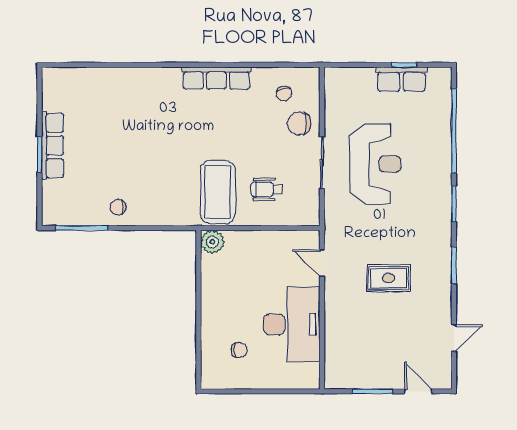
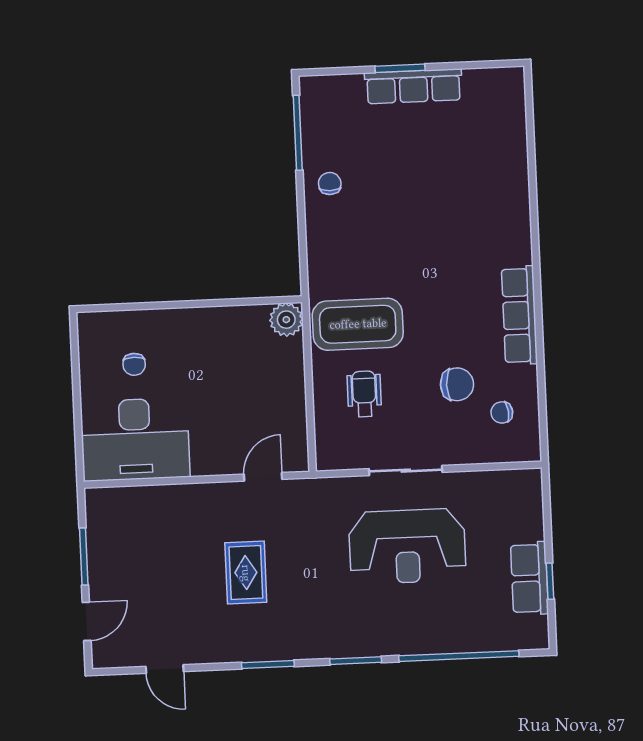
chair: (299, 123) -> (457, 384), moved, turned 90
desk: (292, 324) -> (135, 439), moved

